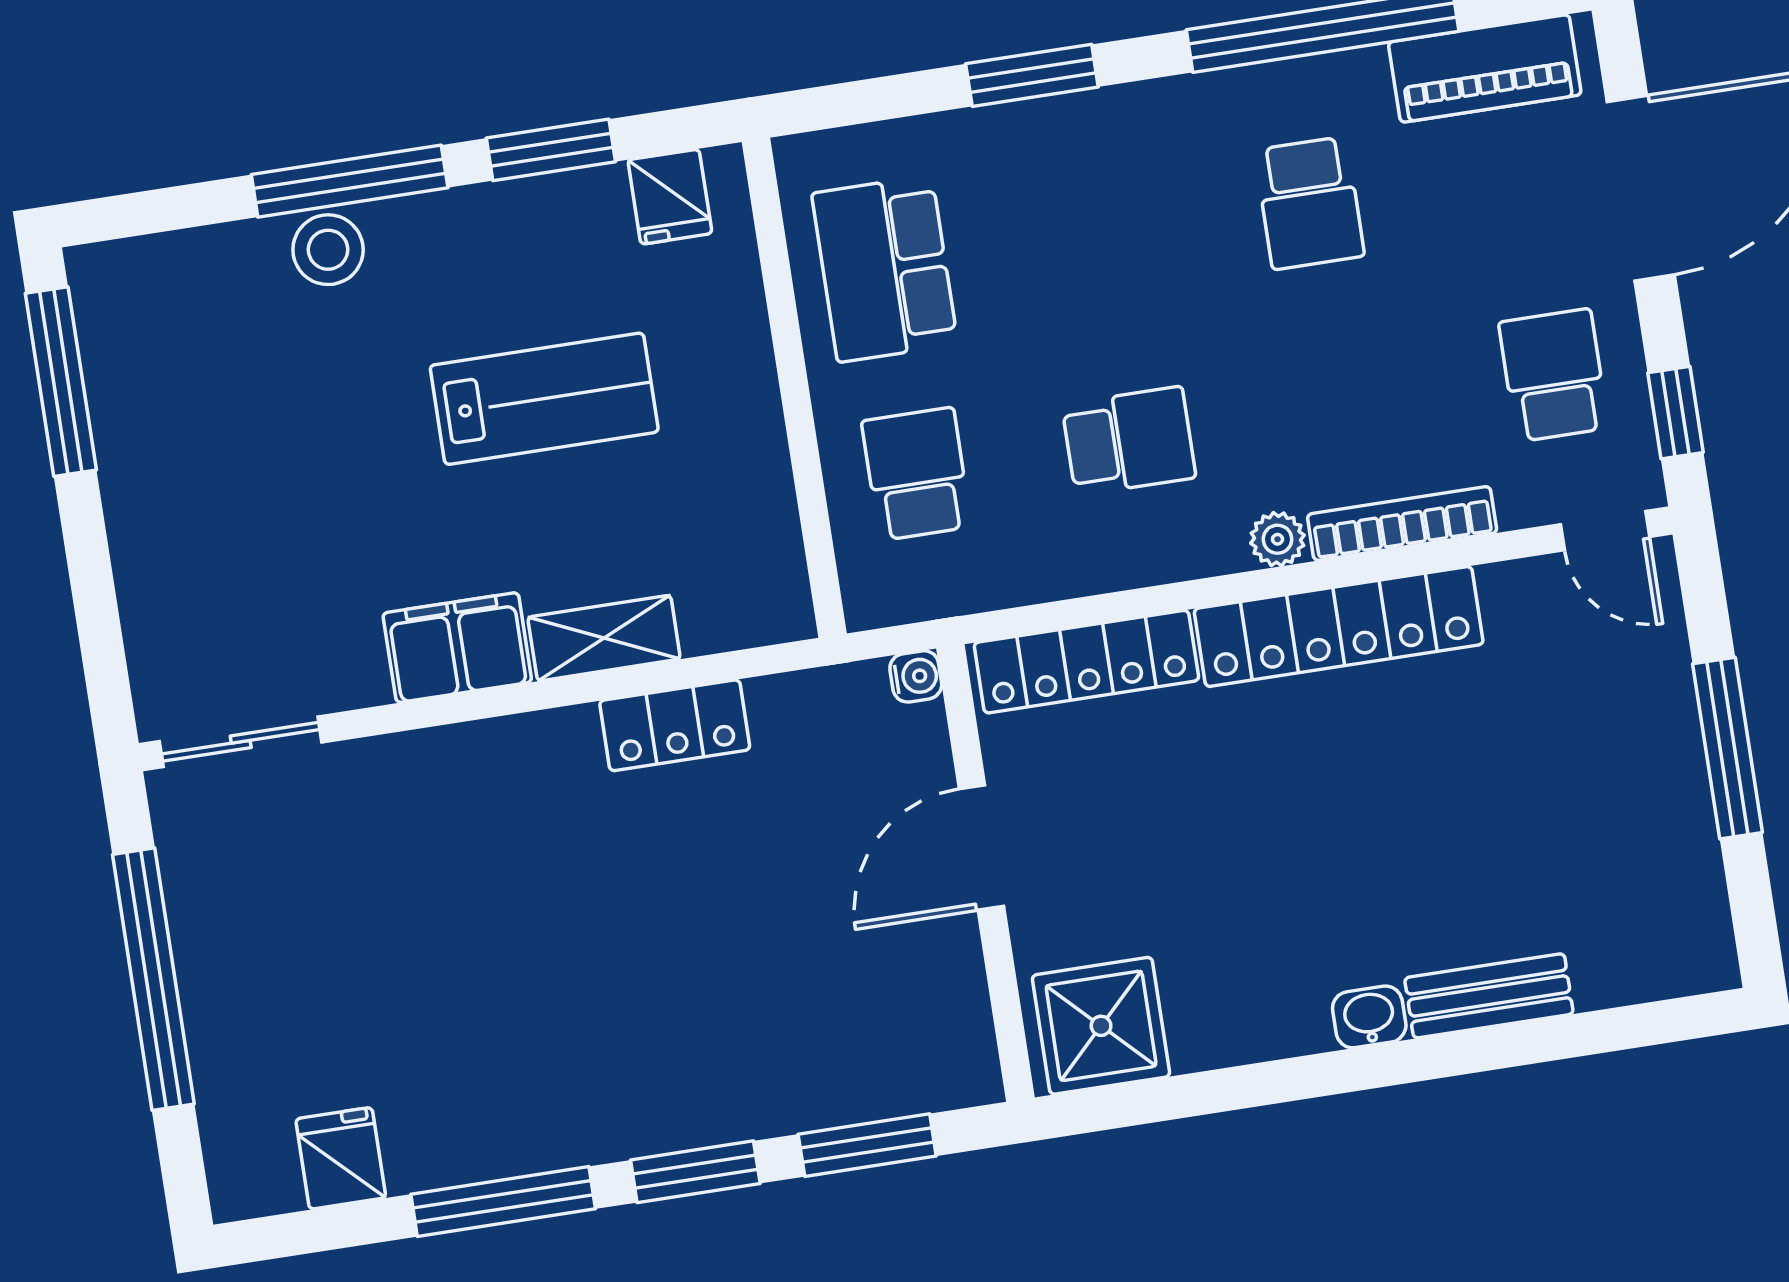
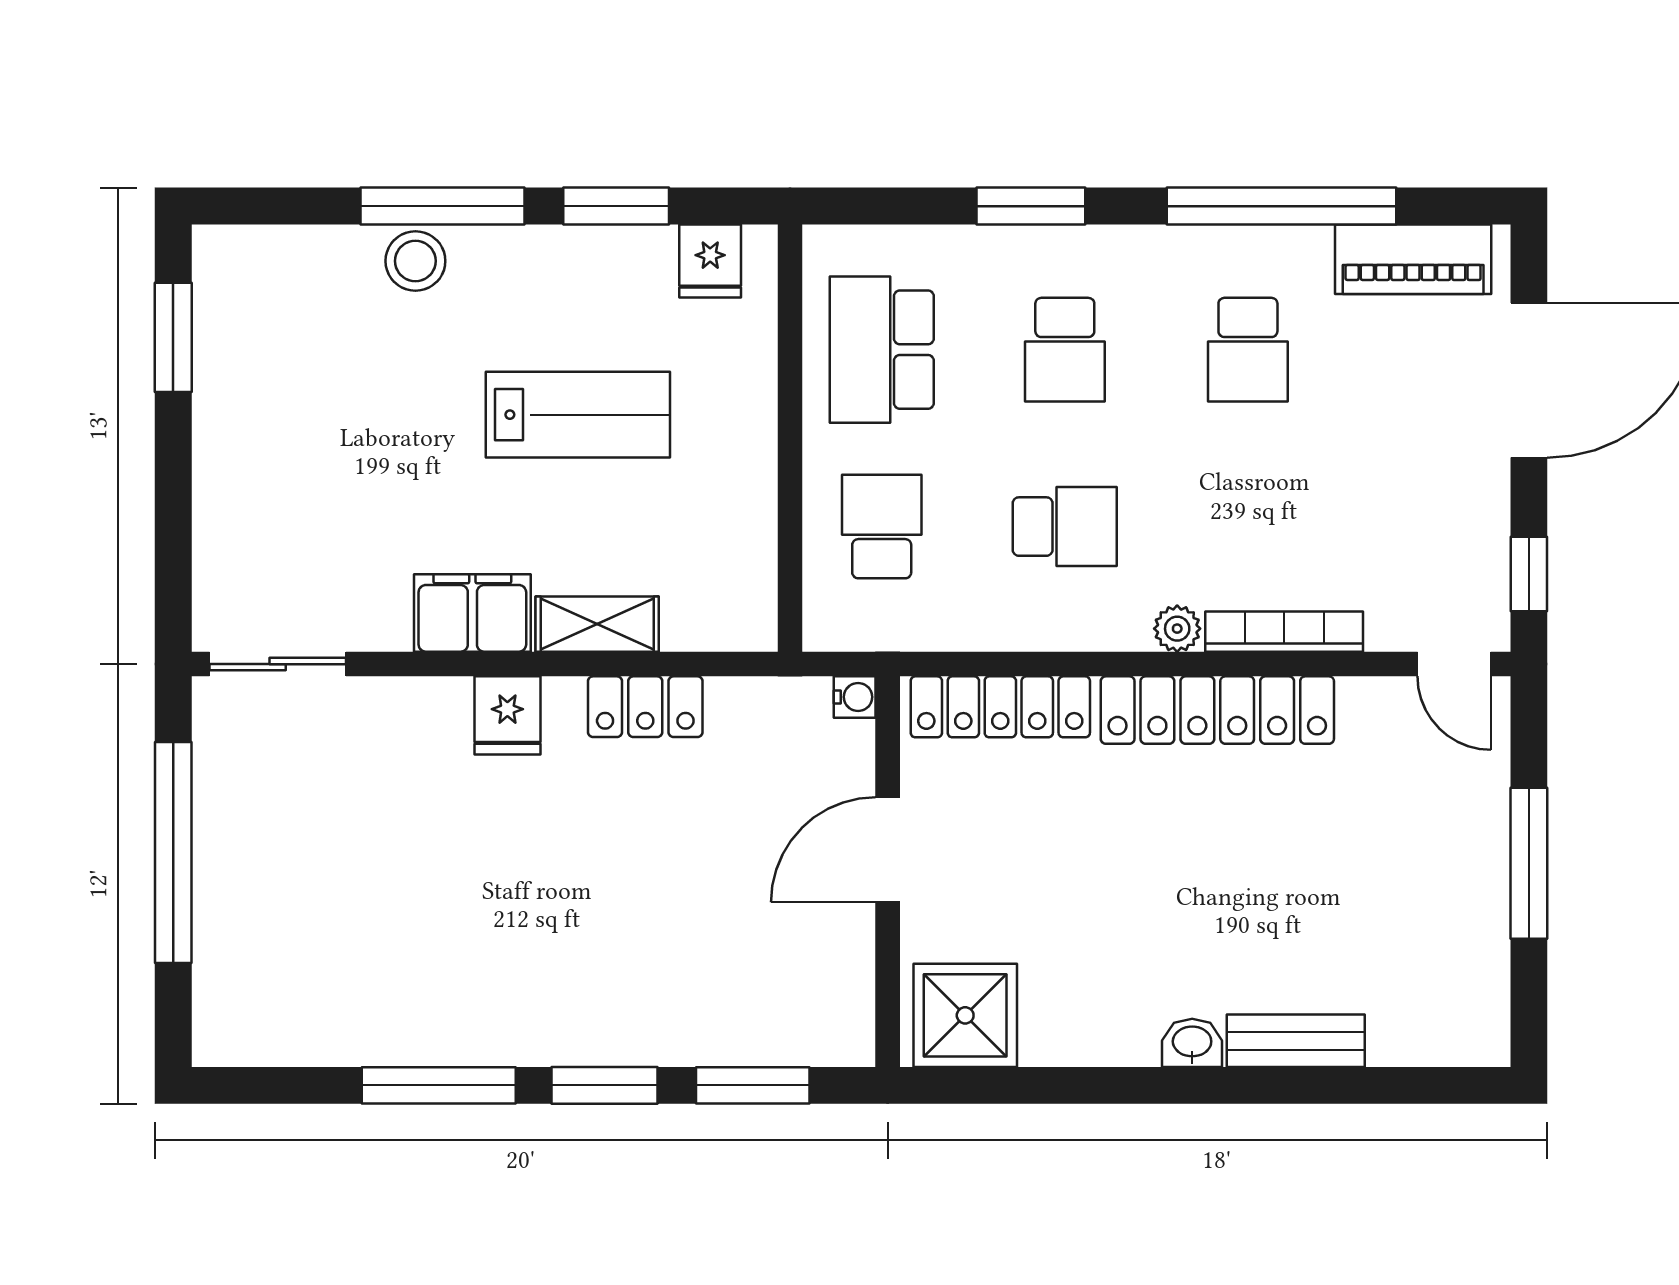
school desk: (1554, 375) -> (1065, 350), moved, turned 180
window: (61, 382) -> (173, 337), width x0.69
fridge: (341, 1158) -> (507, 715), moved, turned 180

